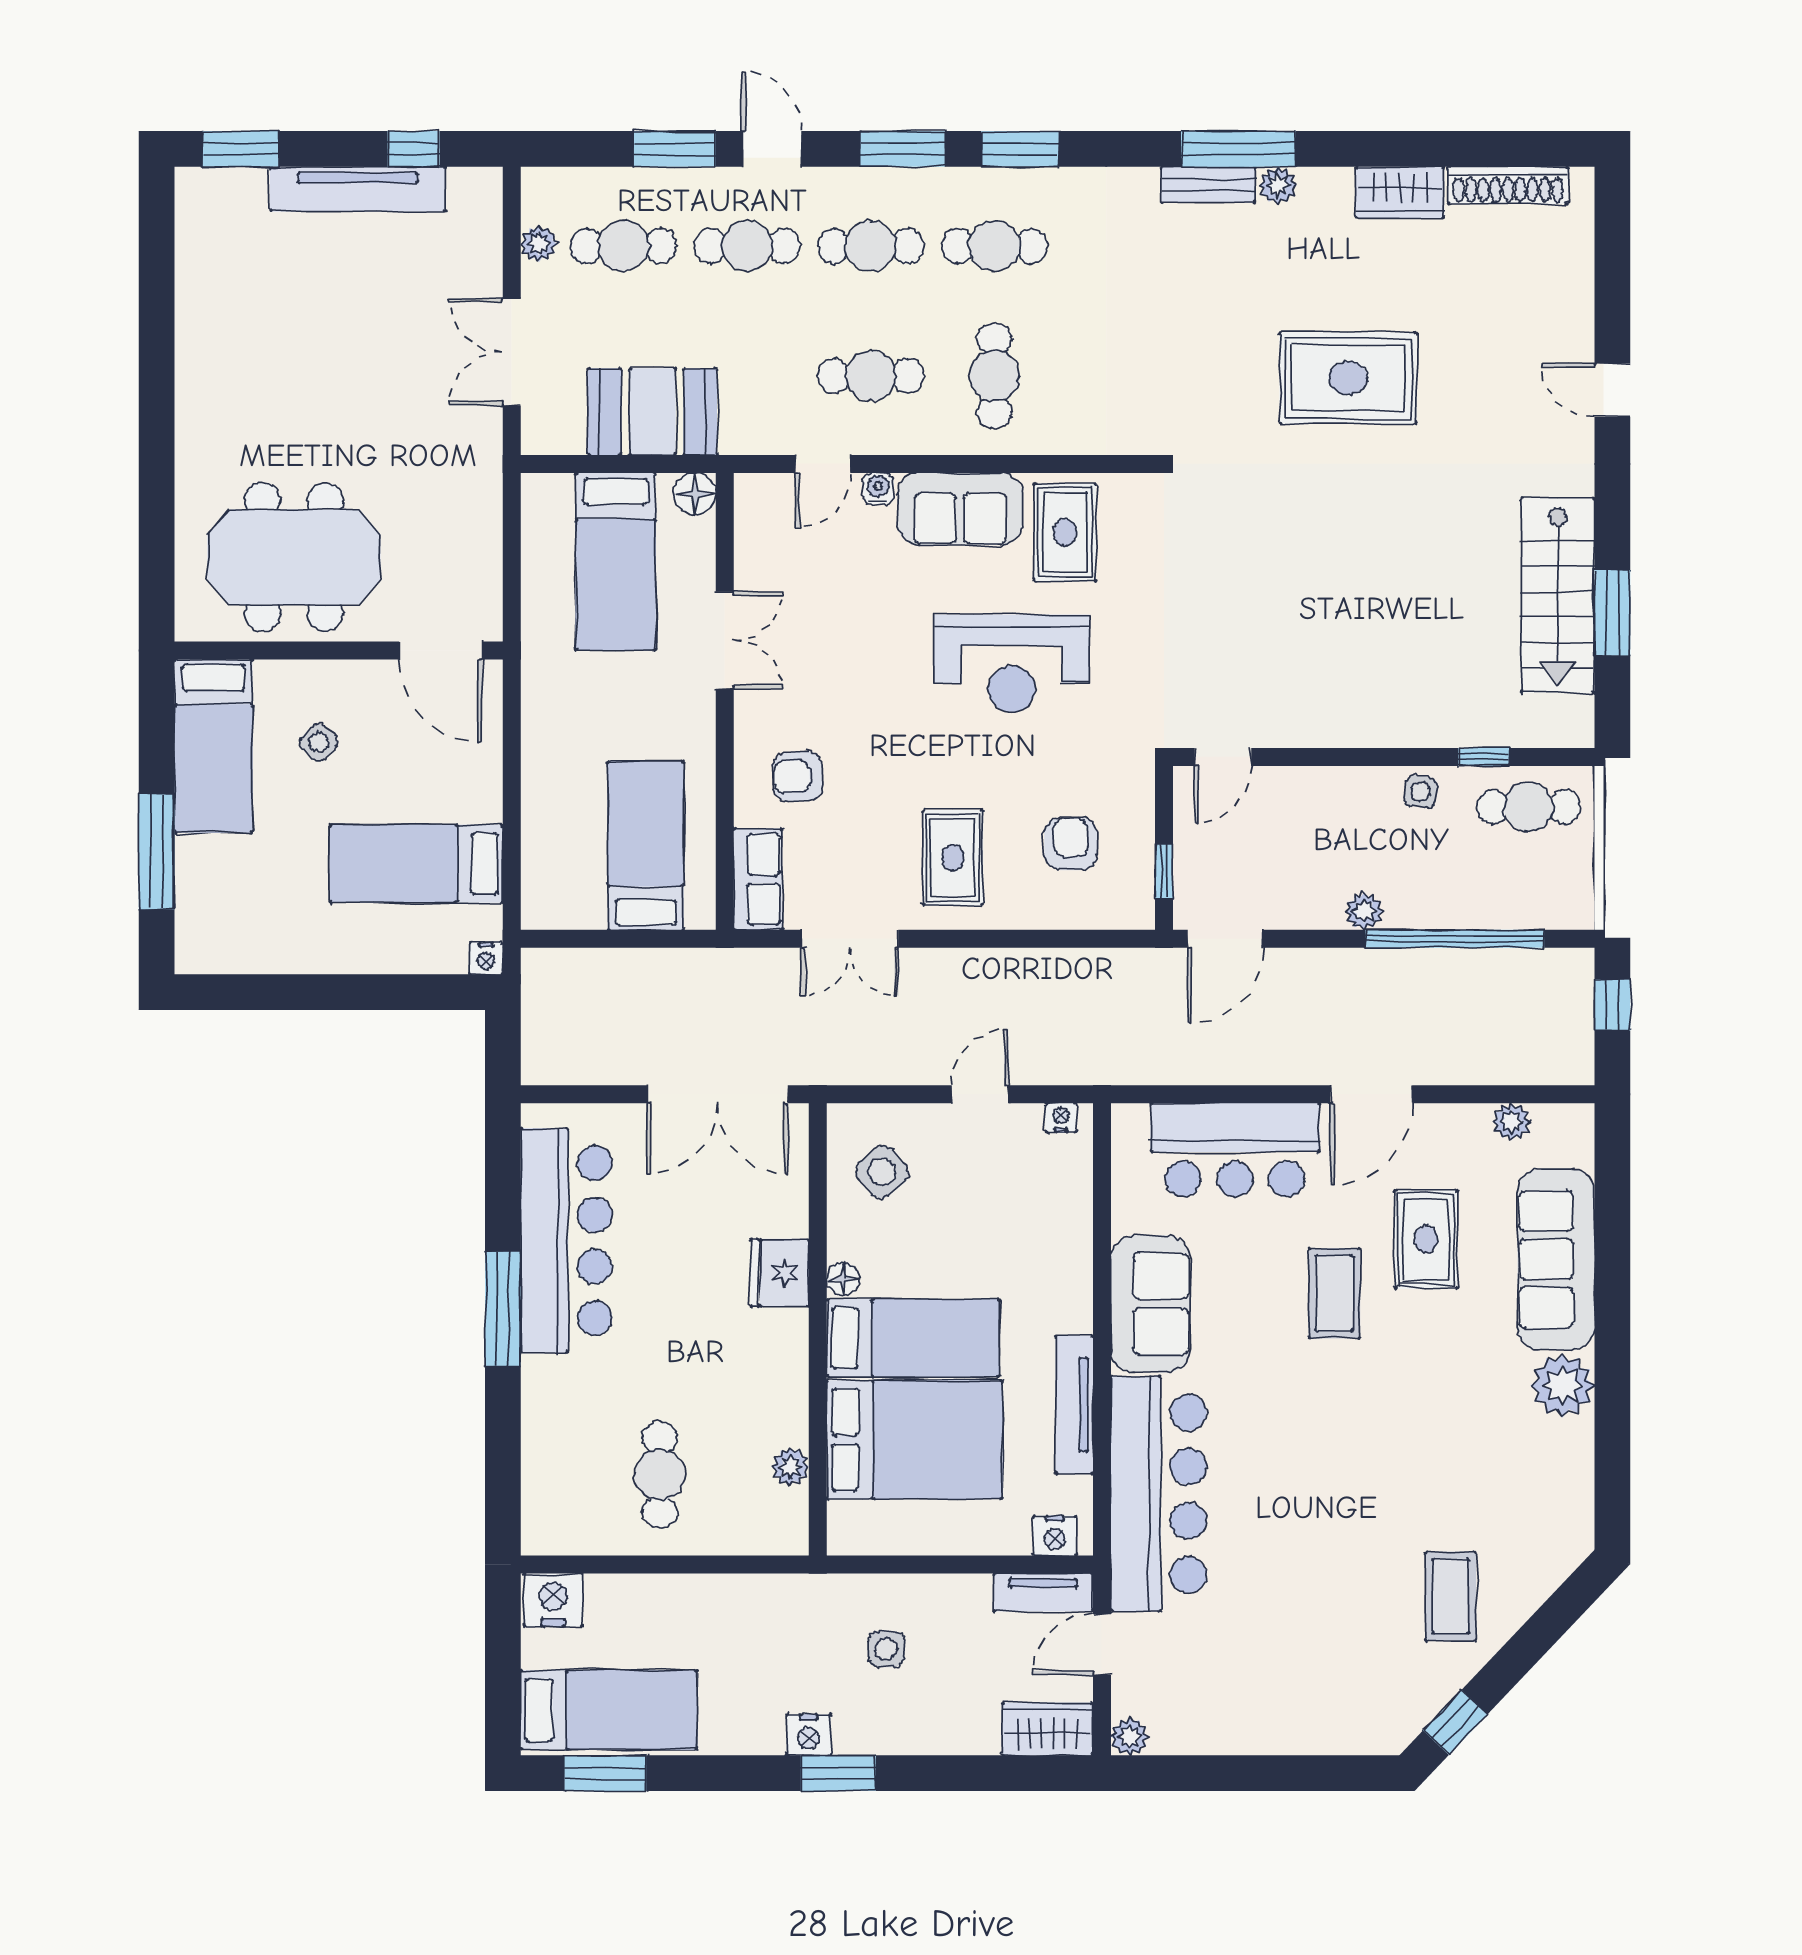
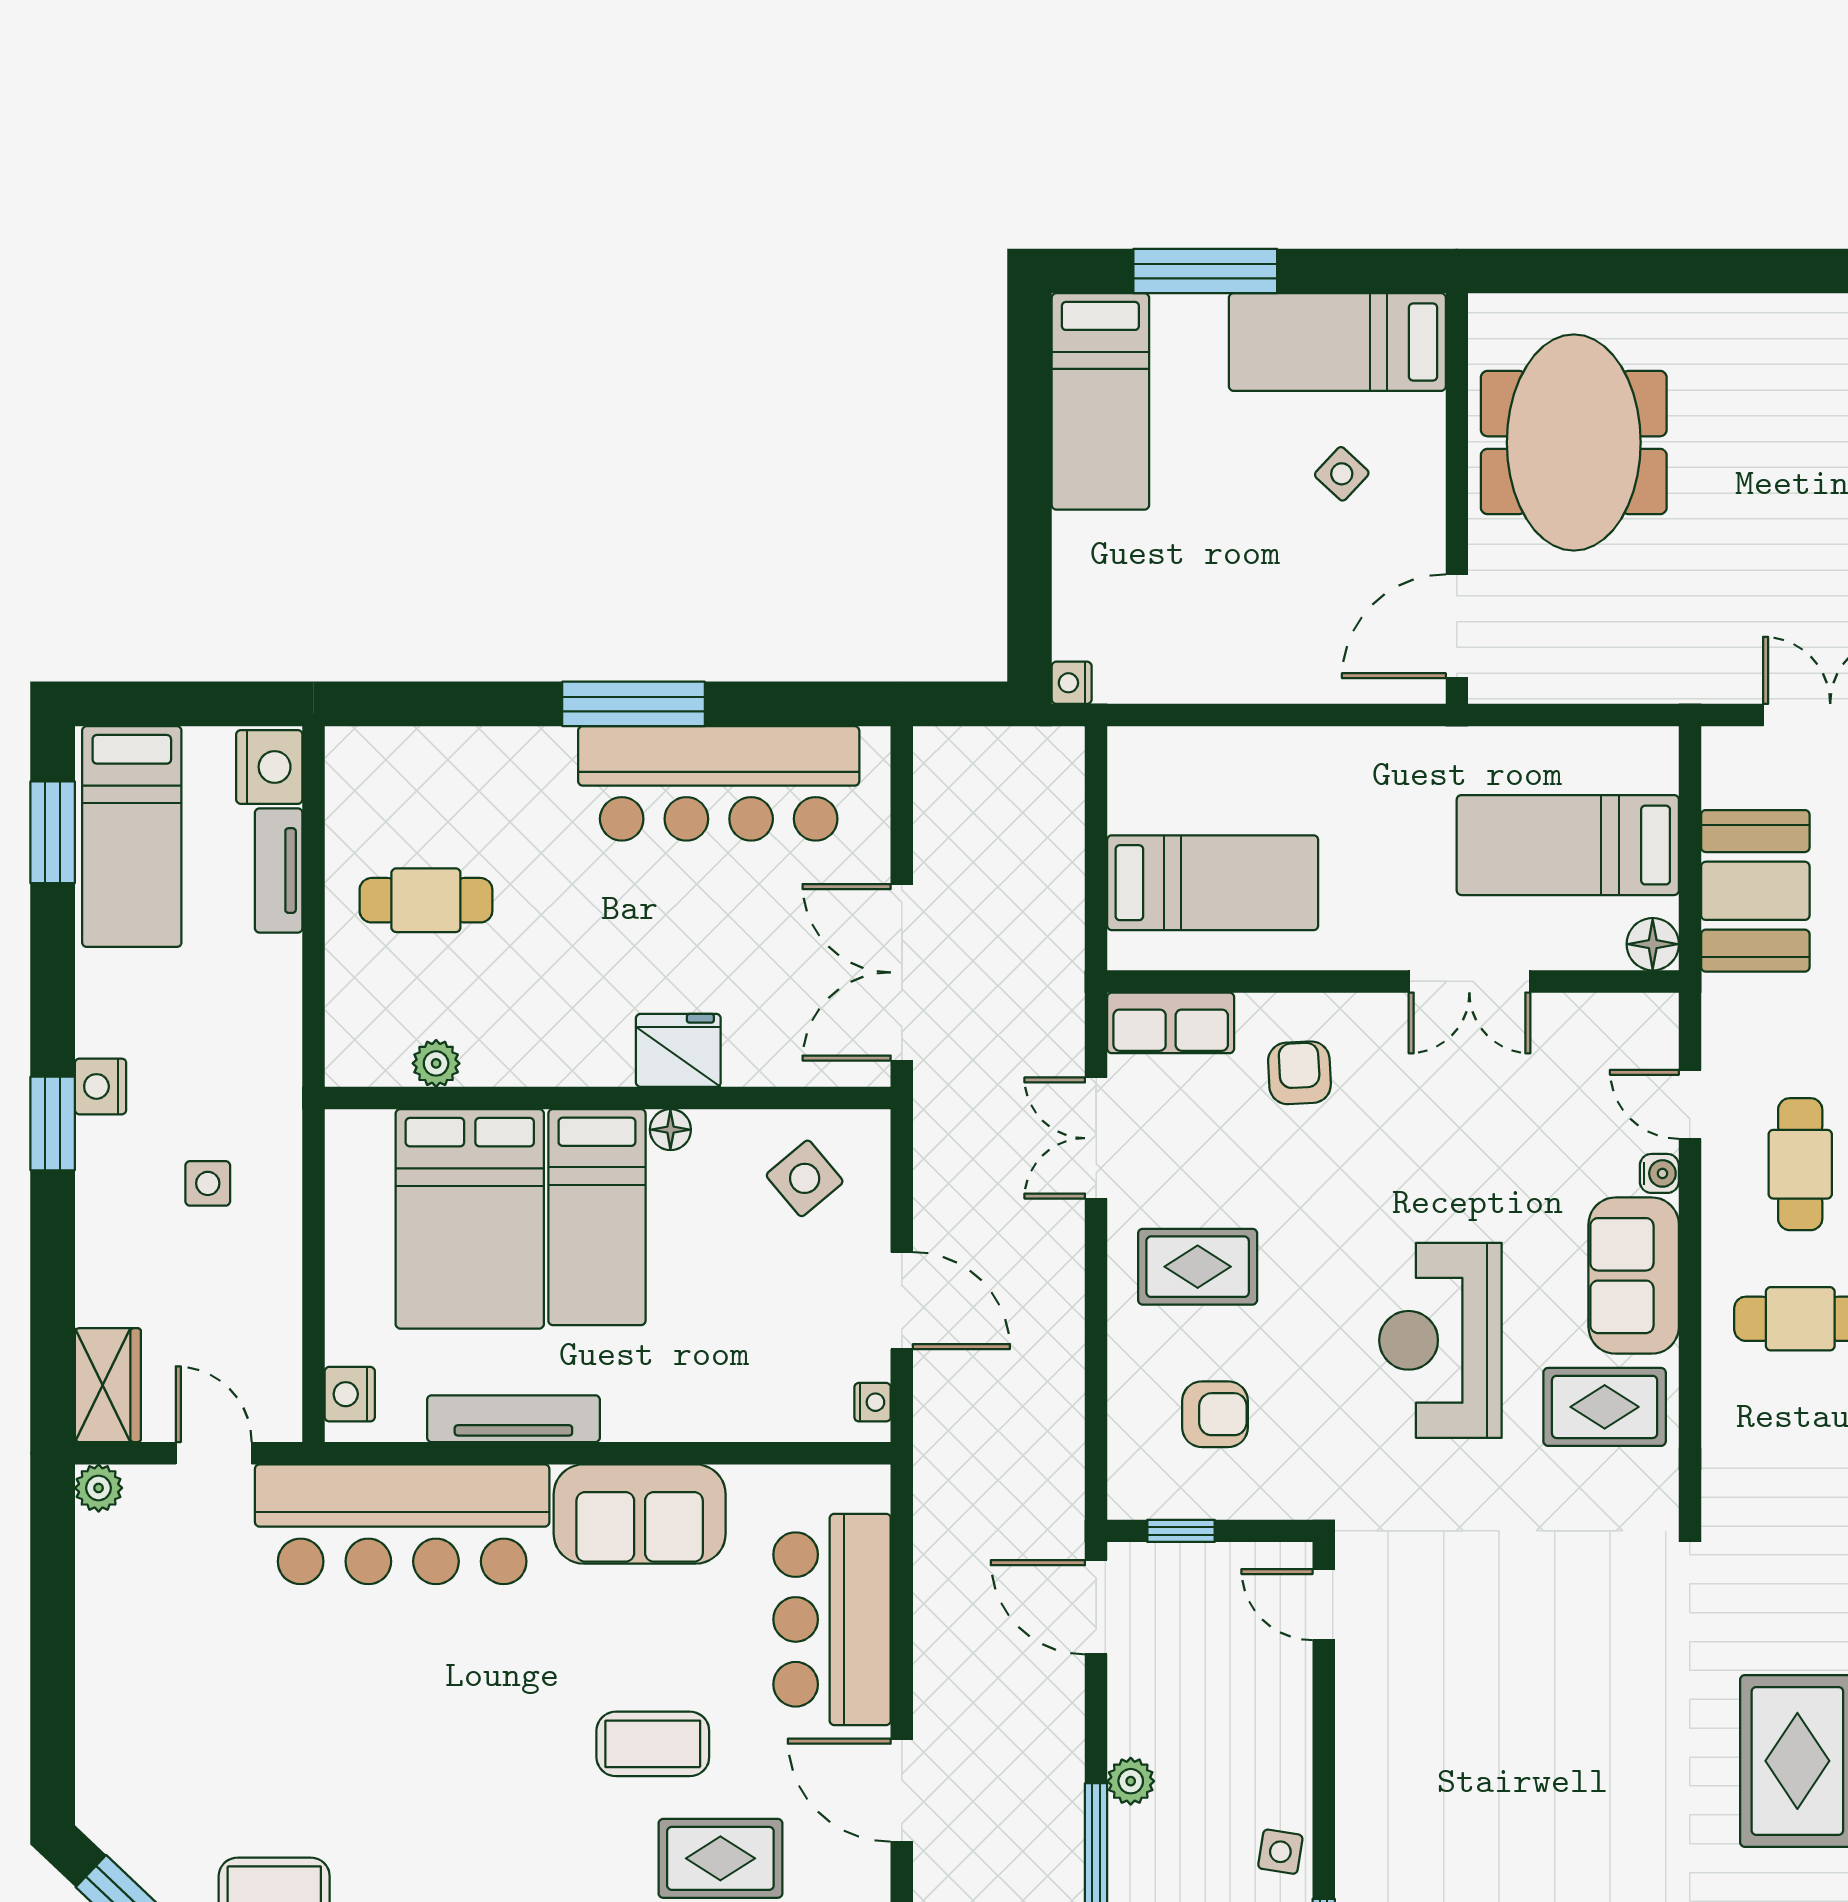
bed: (416, 864) -> (1100, 401), moved, turned 180
door: (980, 1094) -> (902, 1301), width x1.37
tv unit: (1043, 1592) -> (279, 871), moved

